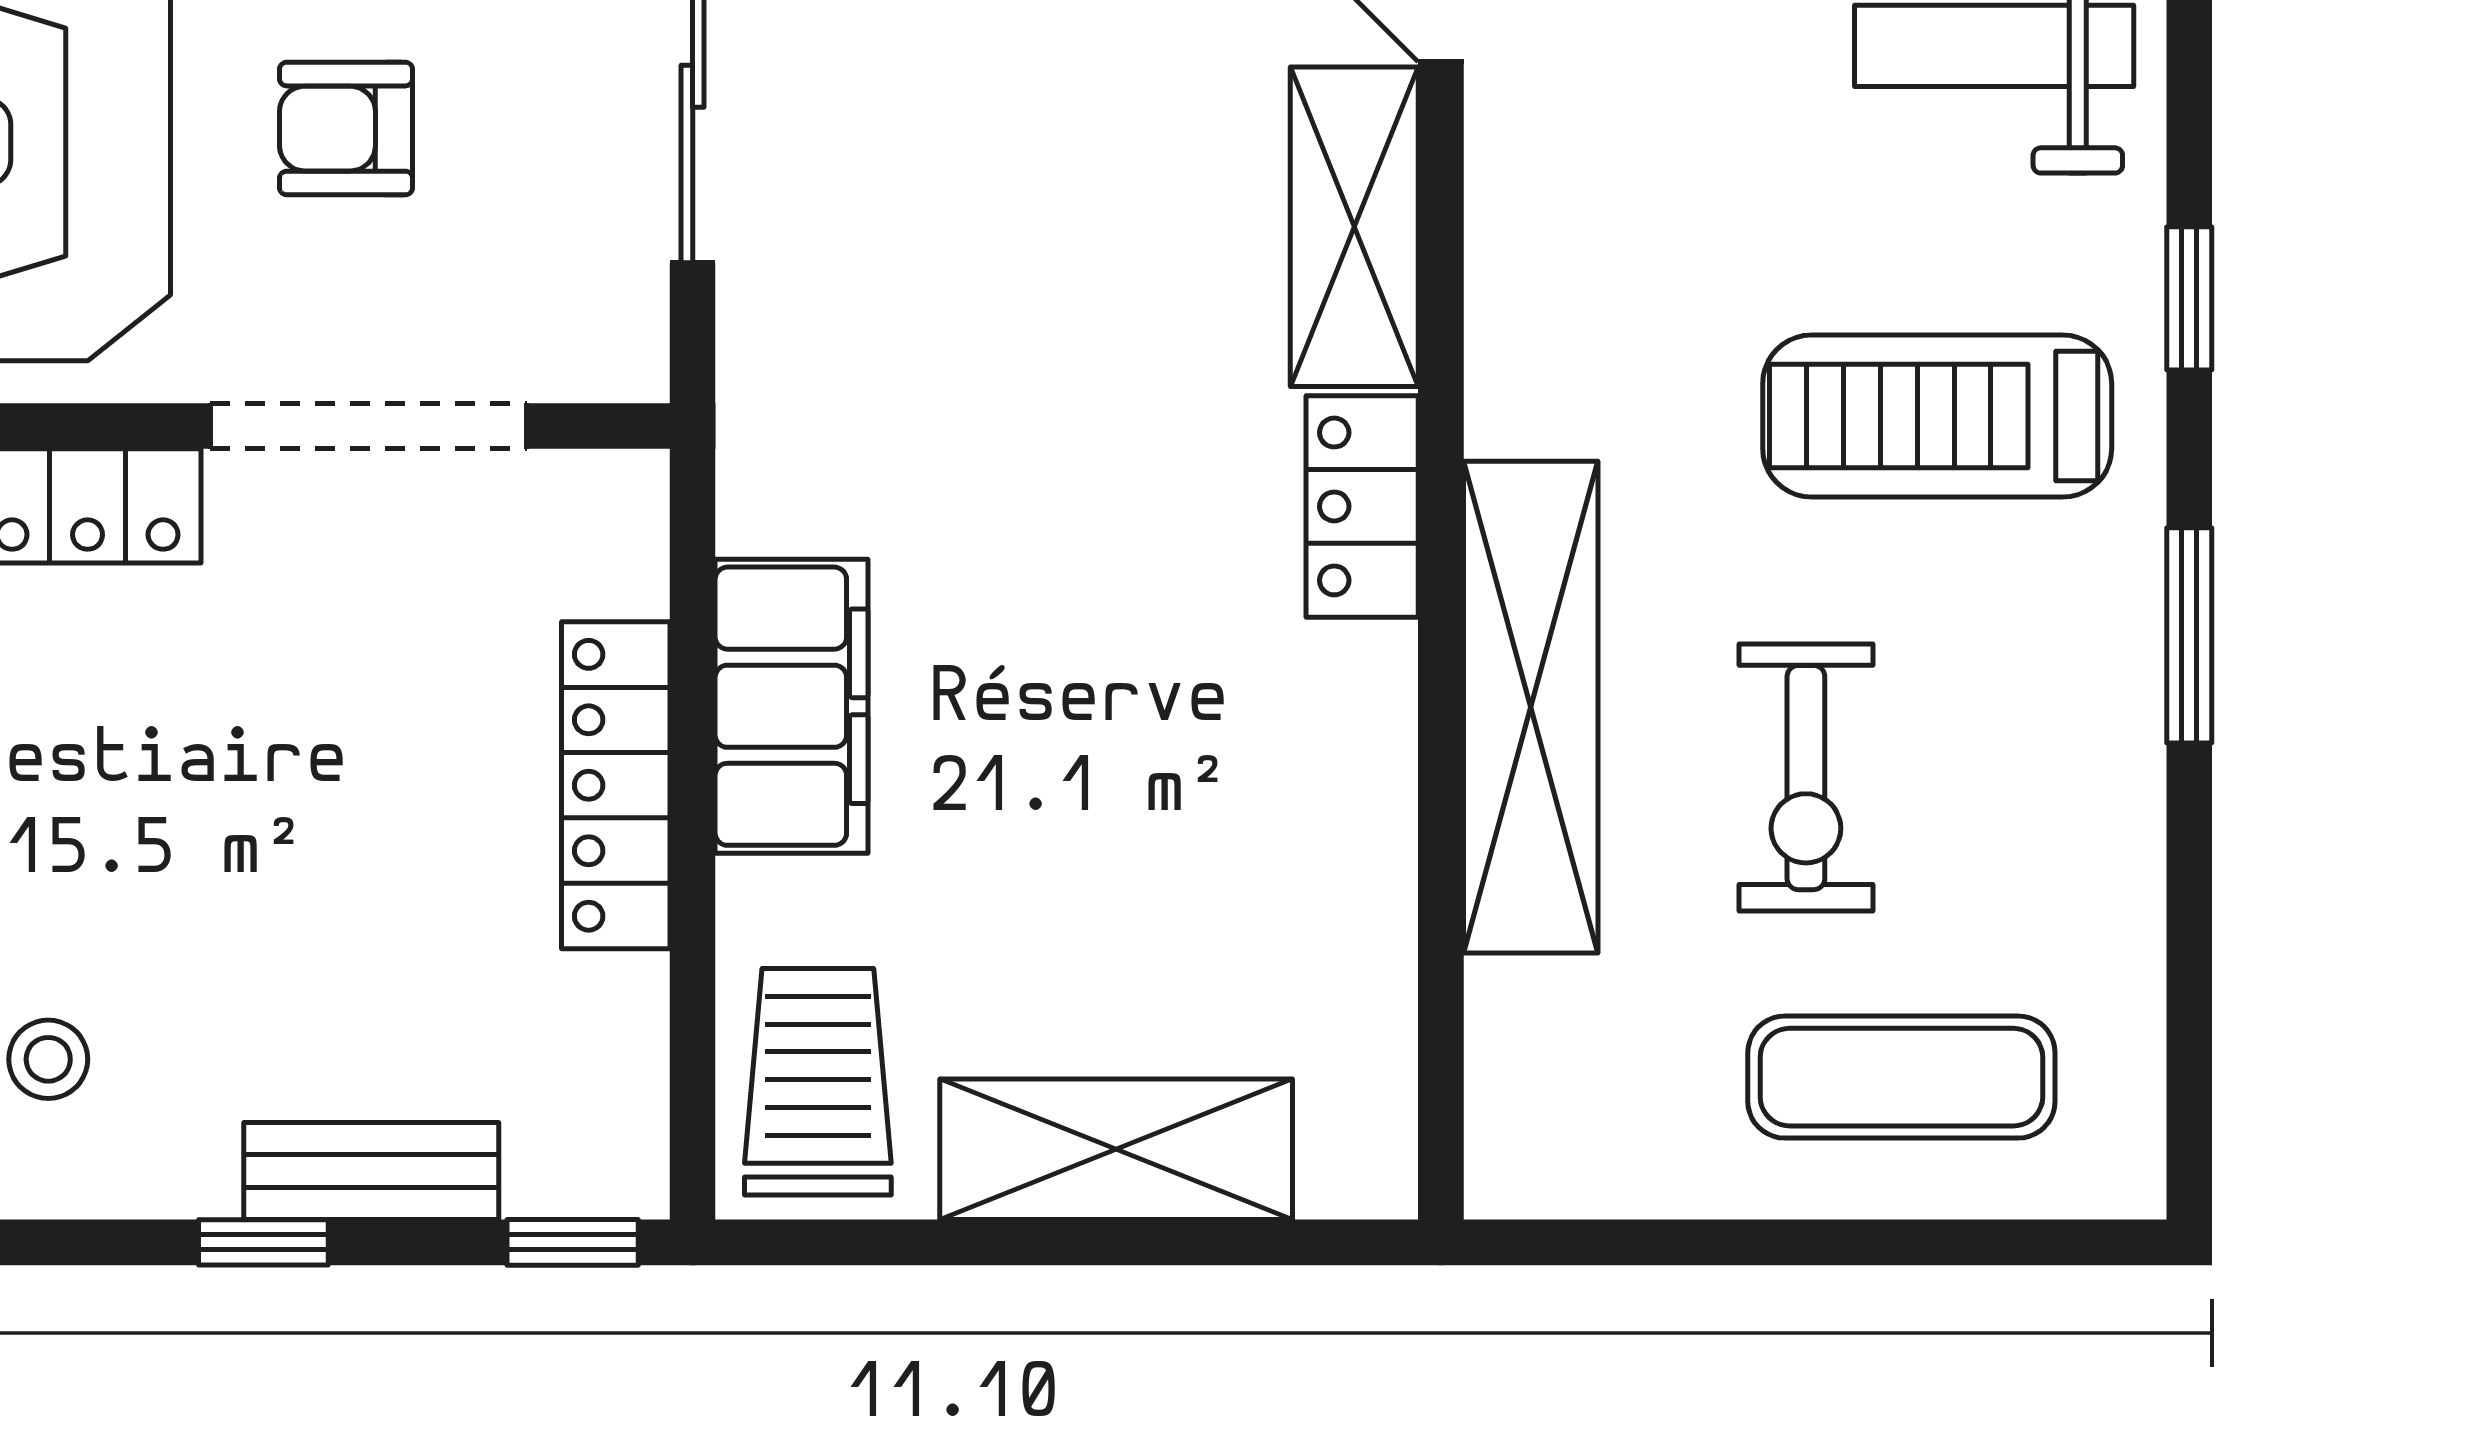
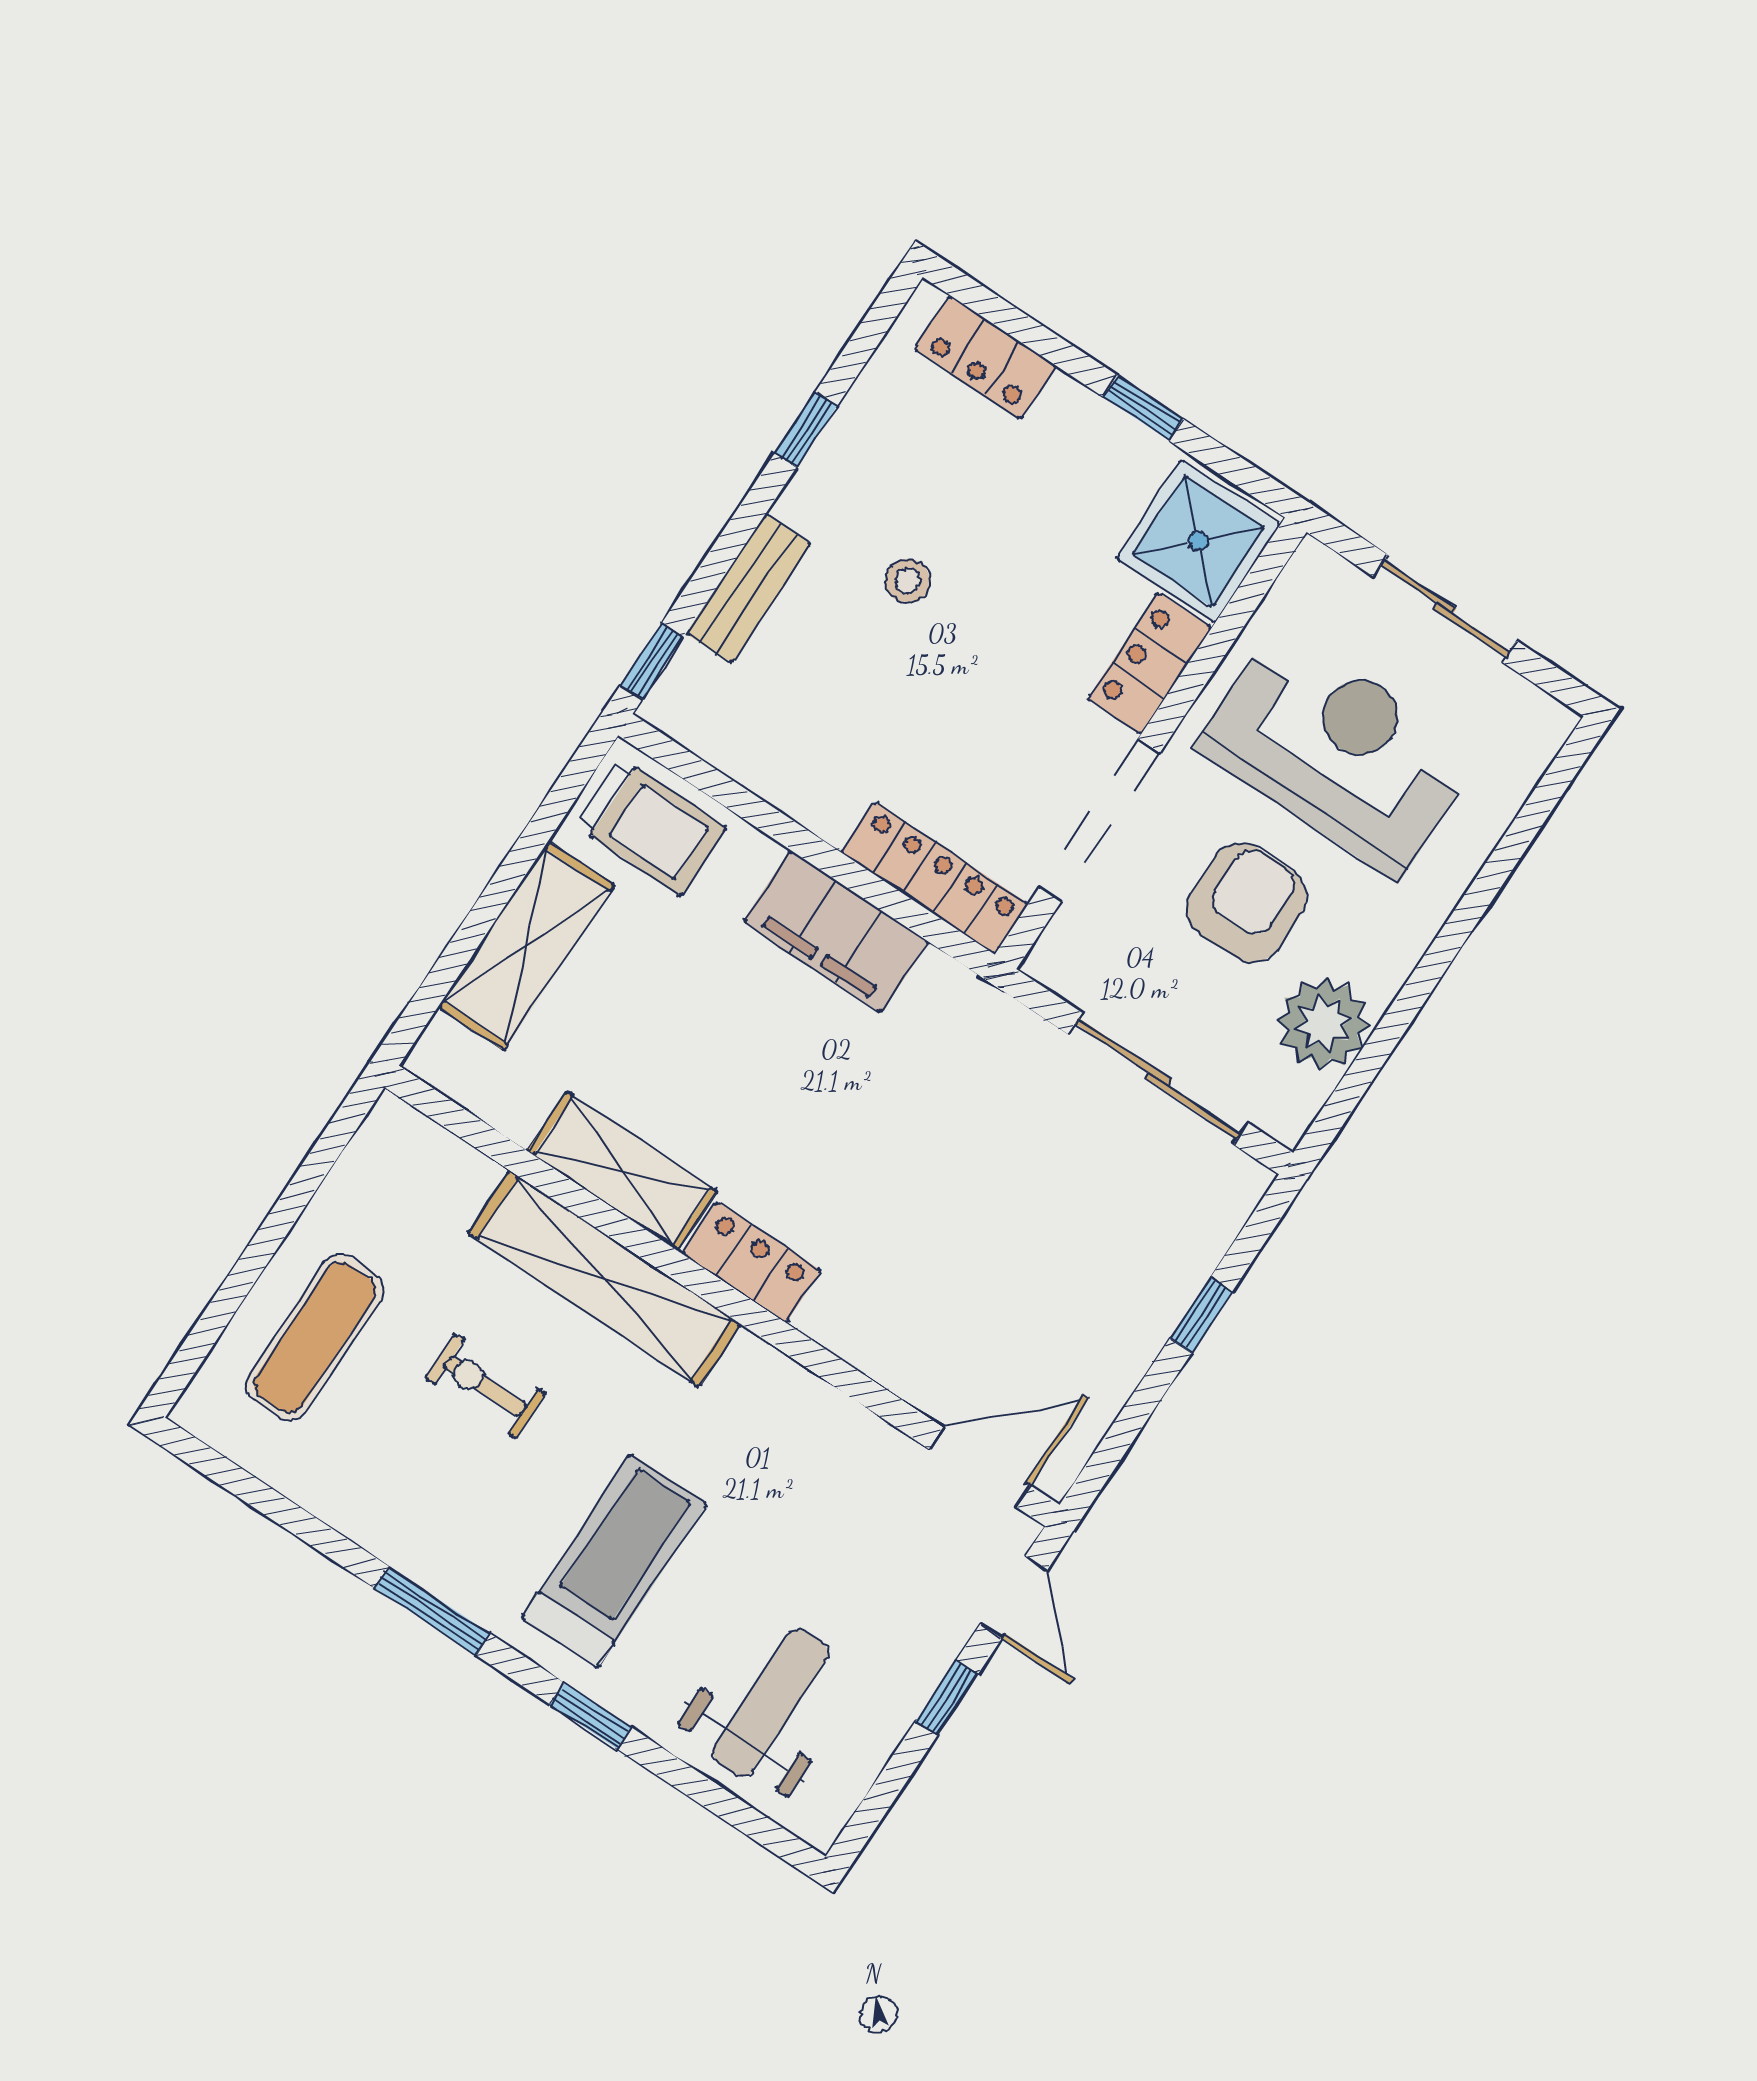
armchair: (346, 129) -> (1246, 903), width x1.38, depth x1.38
shelving: (1354, 227) -> (622, 1171), moved
exercise bike: (1806, 778) -> (485, 1386), width x0.73, depth x0.72
locker: (616, 785) -> (935, 878), moved
stool: (48, 1059) -> (908, 581), moved
window: (263, 1242) -> (806, 430), moved

